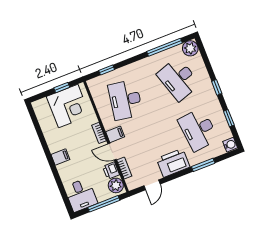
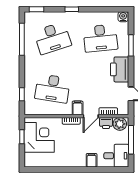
plant: (190, 48) -> (31, 18), removed
window: (229, 118) -> (36, 9), moved
filing cabinet: (60, 157) -> (92, 160), moved

